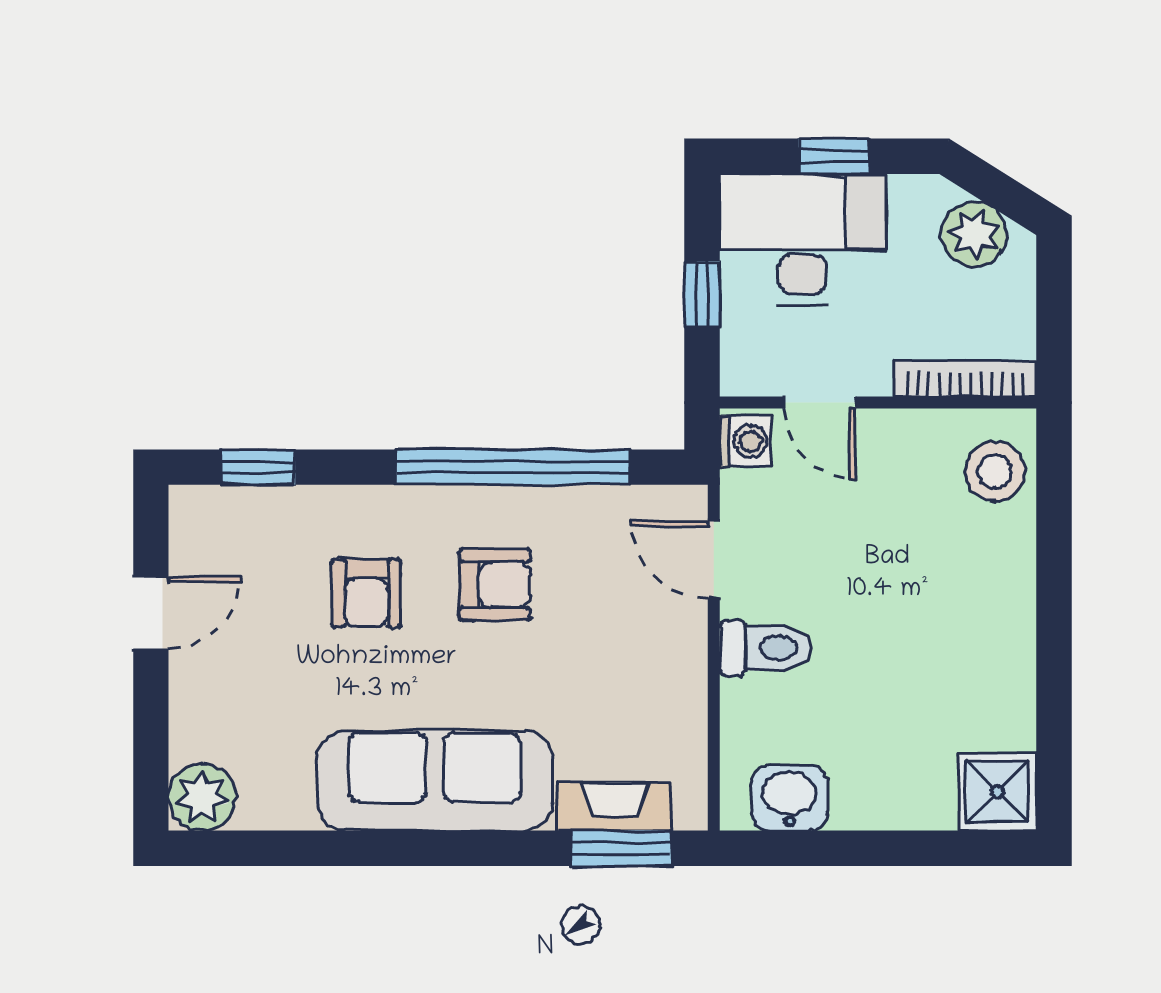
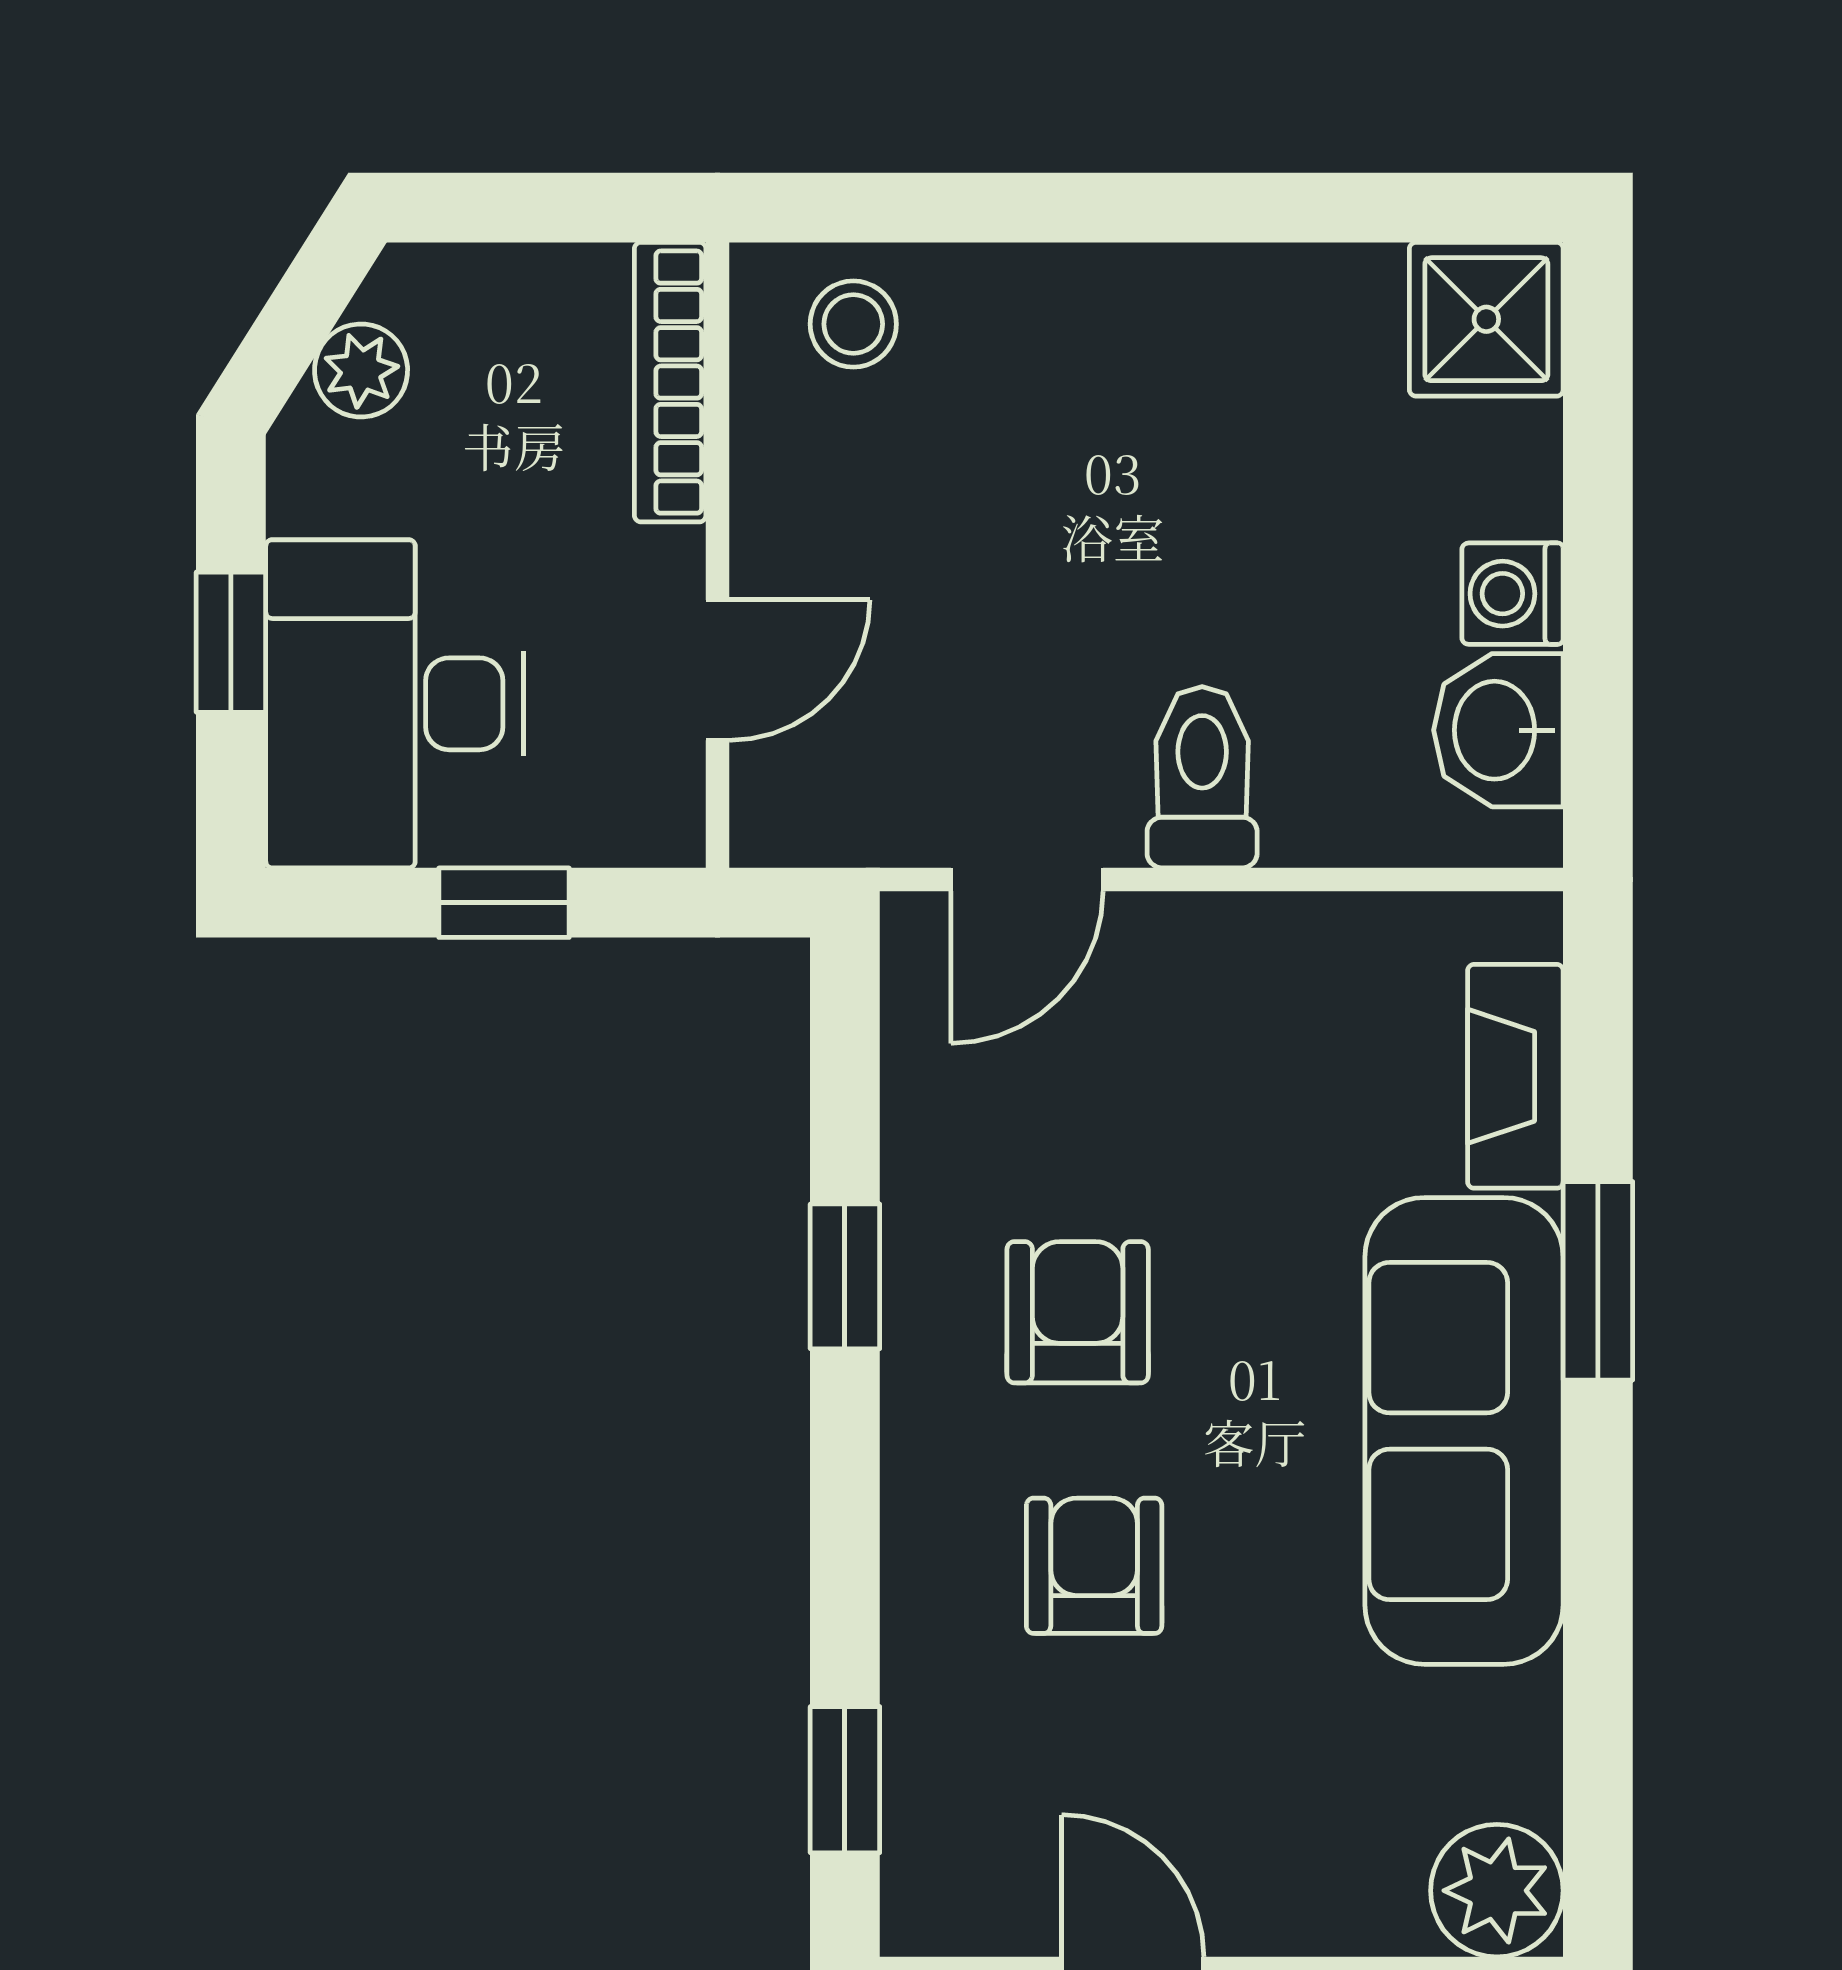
plant: (974, 234) -> (361, 370), width x0.73, depth x0.73
washing machine: (745, 441) -> (1513, 594), moved, turned -90
window: (513, 467) -> (845, 1276), width x0.32
stool: (995, 471) -> (853, 324), width x0.73, depth x0.73
armchair: (366, 593) -> (1094, 1566), turned -90
window: (621, 848) -> (1598, 1281), moved

